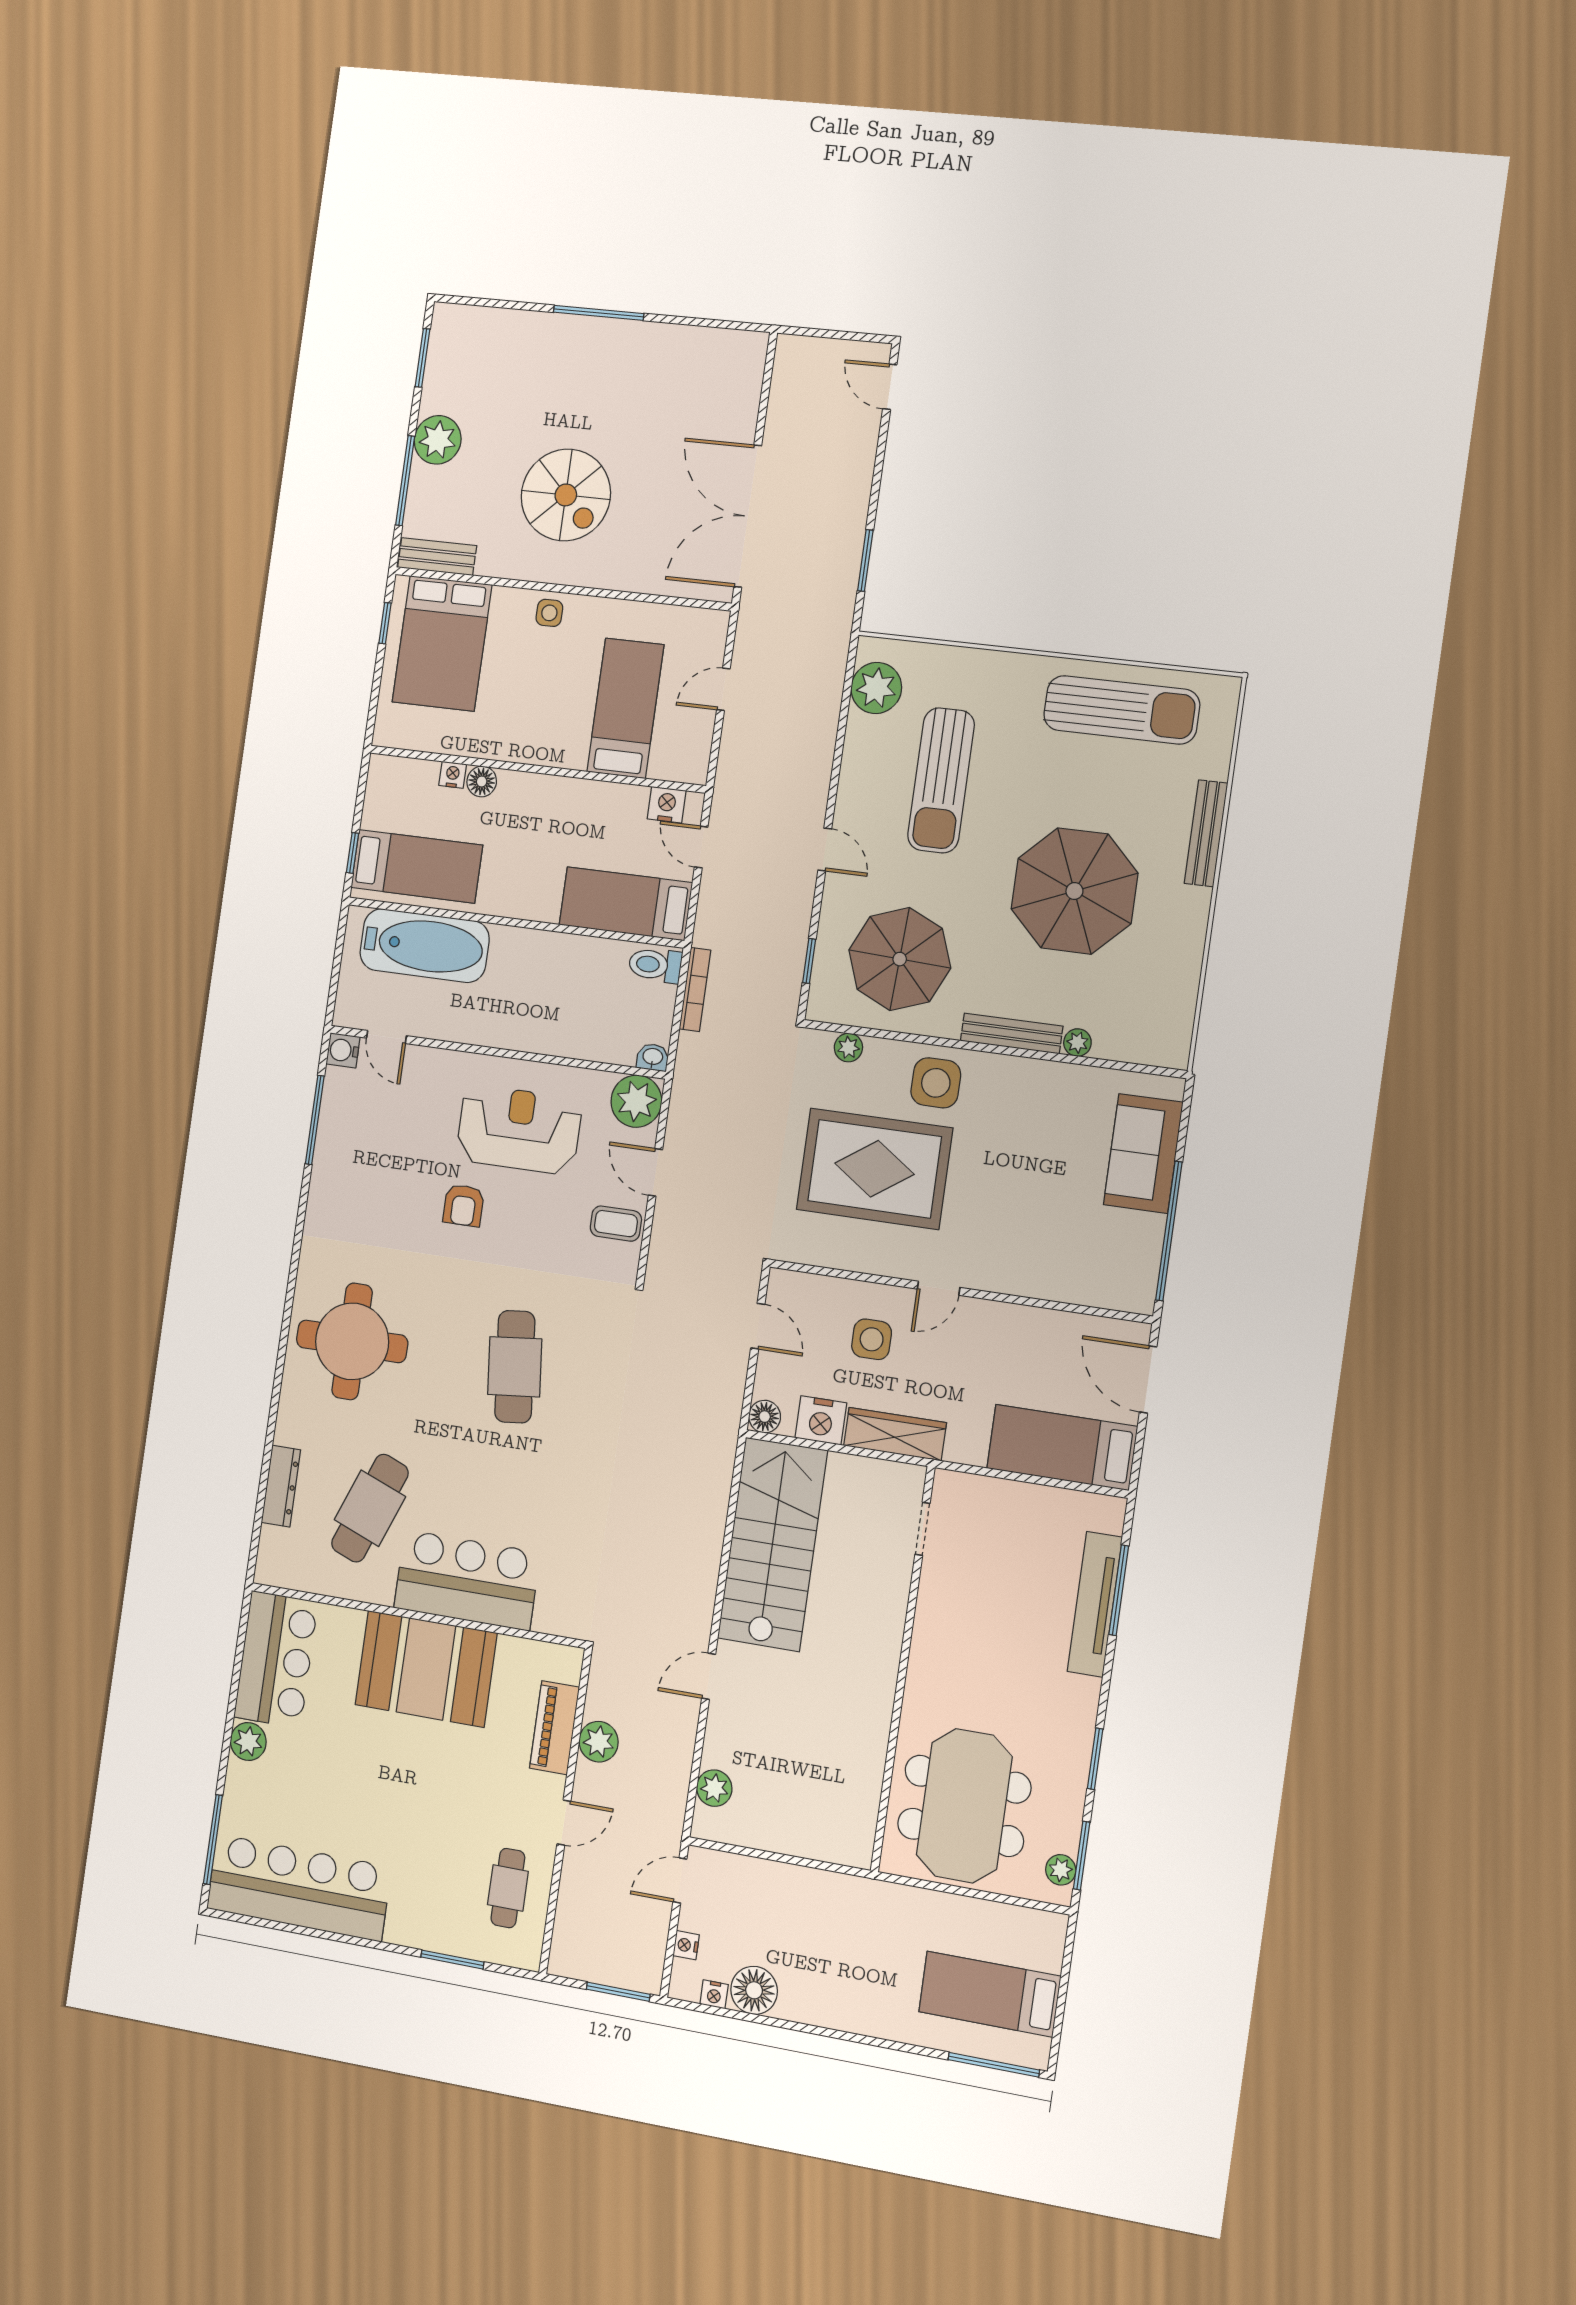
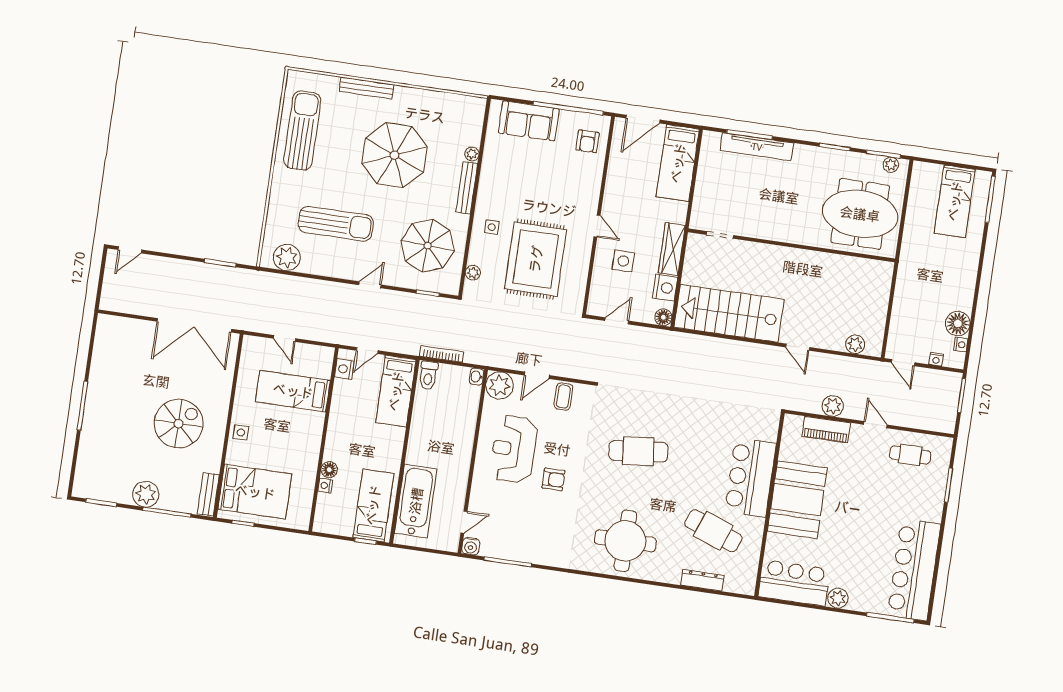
side table: (936, 1083) -> (492, 227), width x0.54, depth x0.54
armchair: (1104, 1270) -> (588, 141), added

